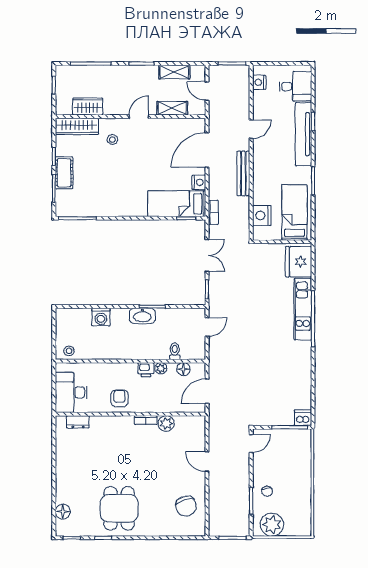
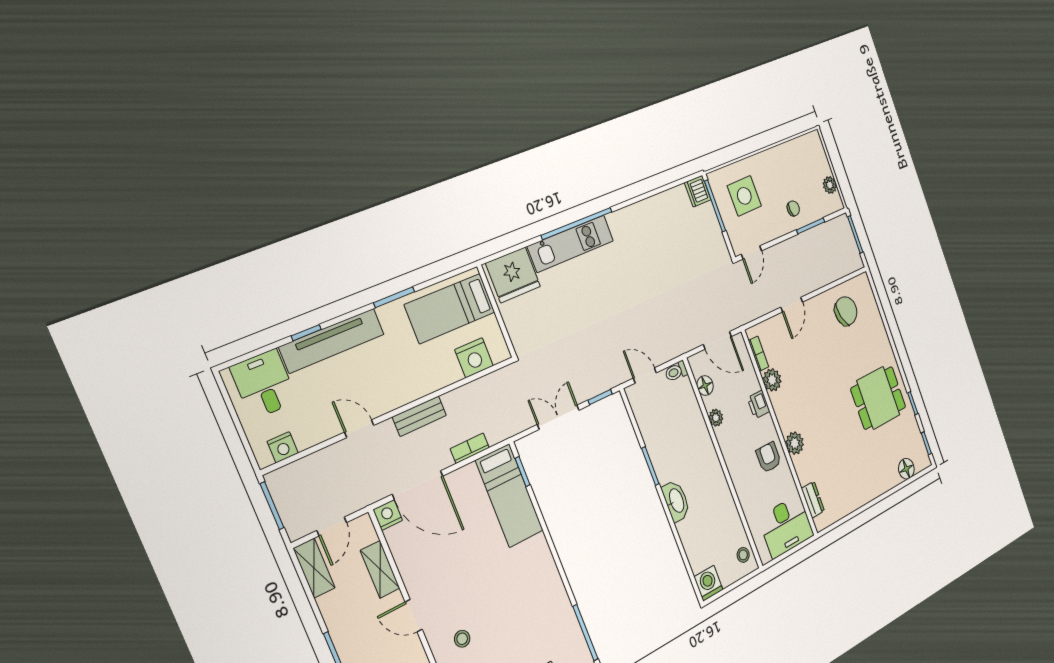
shelving: (174, 72) -> (314, 568), moved
bench: (243, 174) -> (419, 416), width x0.73
nightstand: (199, 182) -> (388, 515), moved
bookcase: (213, 212) -> (470, 448), moved
washbasin: (142, 316) -> (676, 501), moved
washing machine: (101, 317) -> (708, 583), moved, turned -90
toilet: (175, 351) -> (676, 371), moved
printer: (146, 370) -> (758, 405), moved, turned 180
armchair: (120, 398) -> (769, 457), turned 90
bookcase: (146, 420) -> (759, 354), moved
plant: (119, 423) -> (795, 443), added
door: (251, 443) -> (751, 252), swing flipped
side table: (288, 454) -> (744, 196), added
plant: (272, 525) -> (830, 185), width x0.53, depth x0.53

